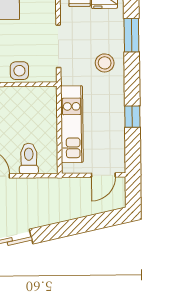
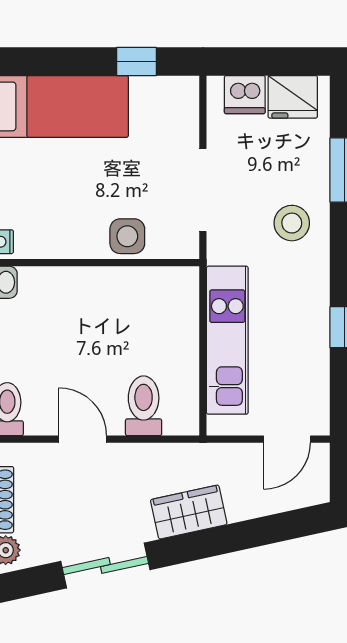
wardrobe: (53, 213) -> (189, 512), added

